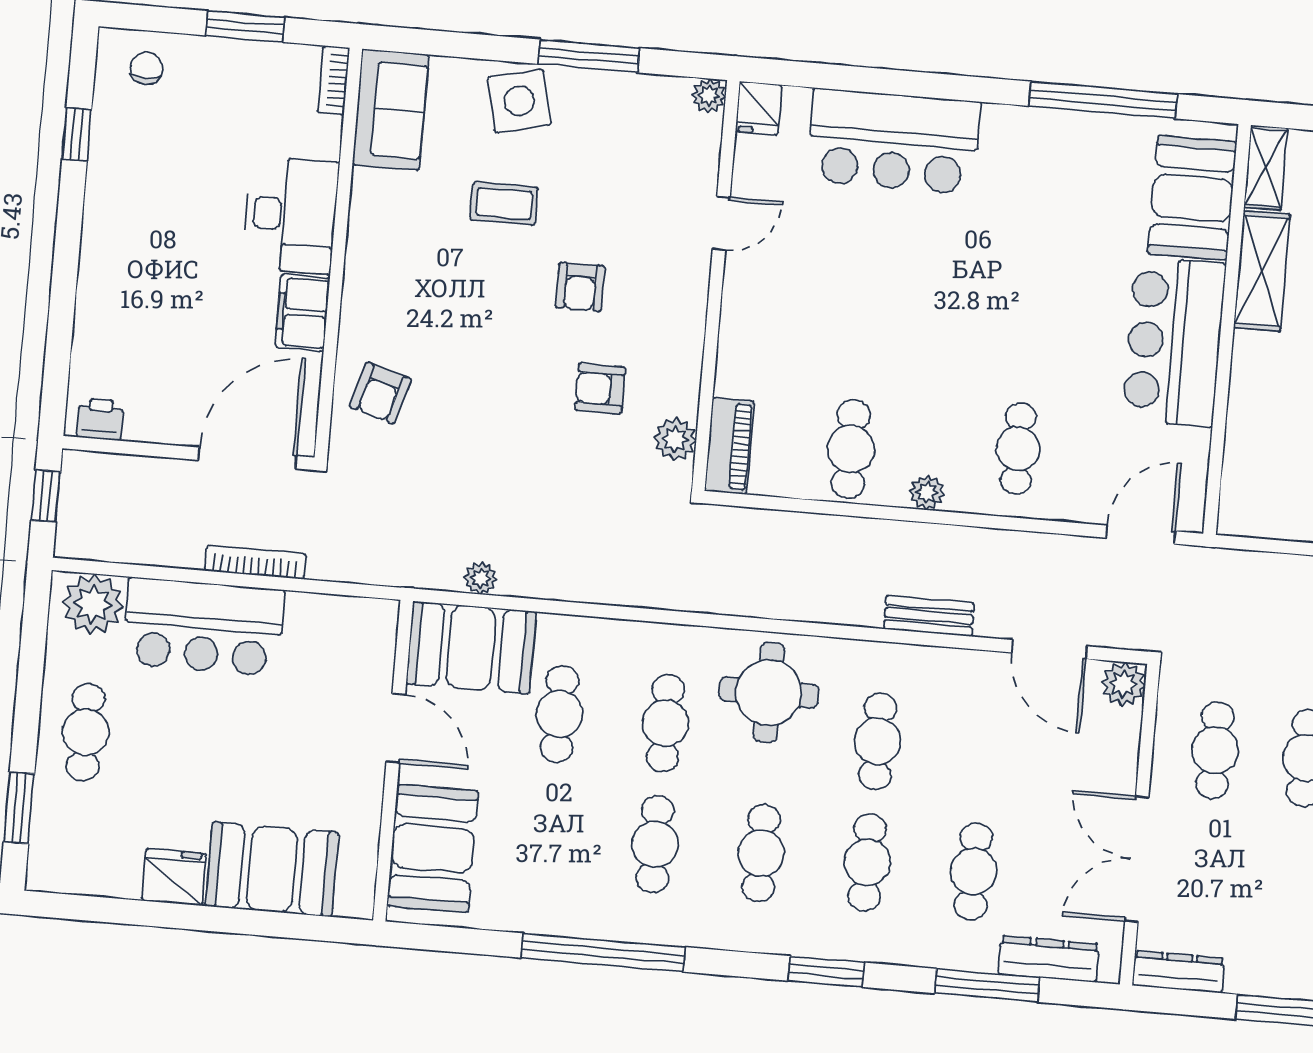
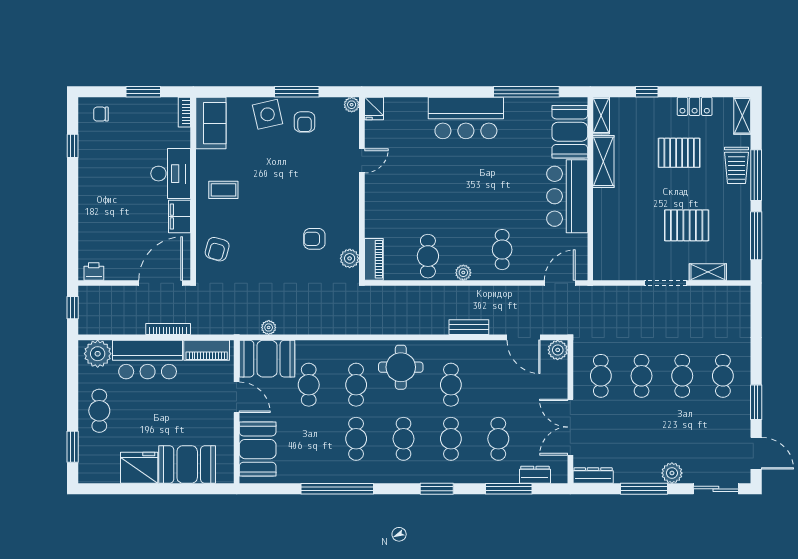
chair: (146, 68) -> (101, 114), turned -90
bar counter: (894, 141) -> (466, 118), moved
coffee table: (504, 204) -> (223, 190), moved
armchair: (580, 287) -> (305, 122), moved
piano: (338, 617) -> (207, 350), added
fridge: (174, 877) -> (139, 468), width x1.36, depth x1.34
dresser: (1049, 959) -> (535, 475), width x0.70

